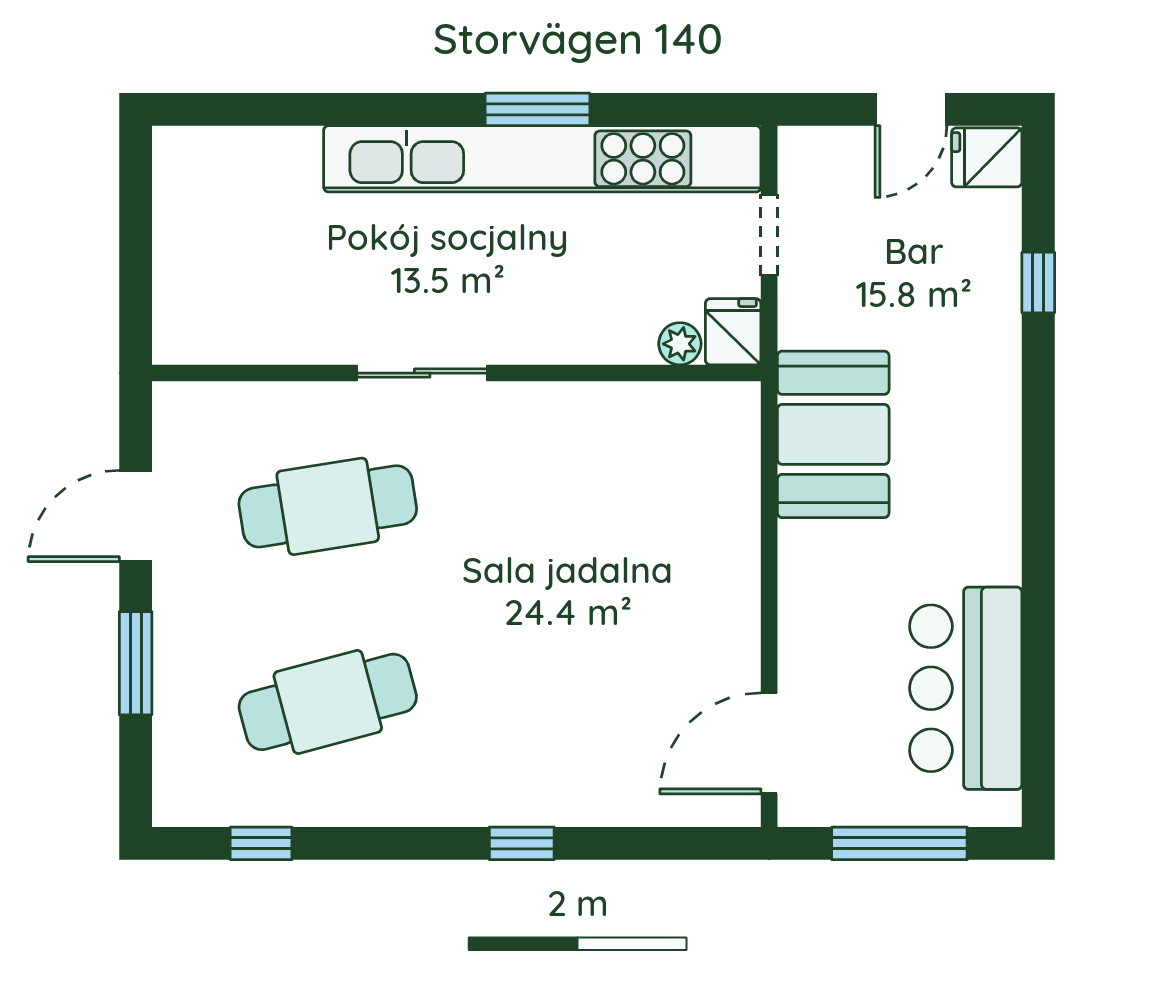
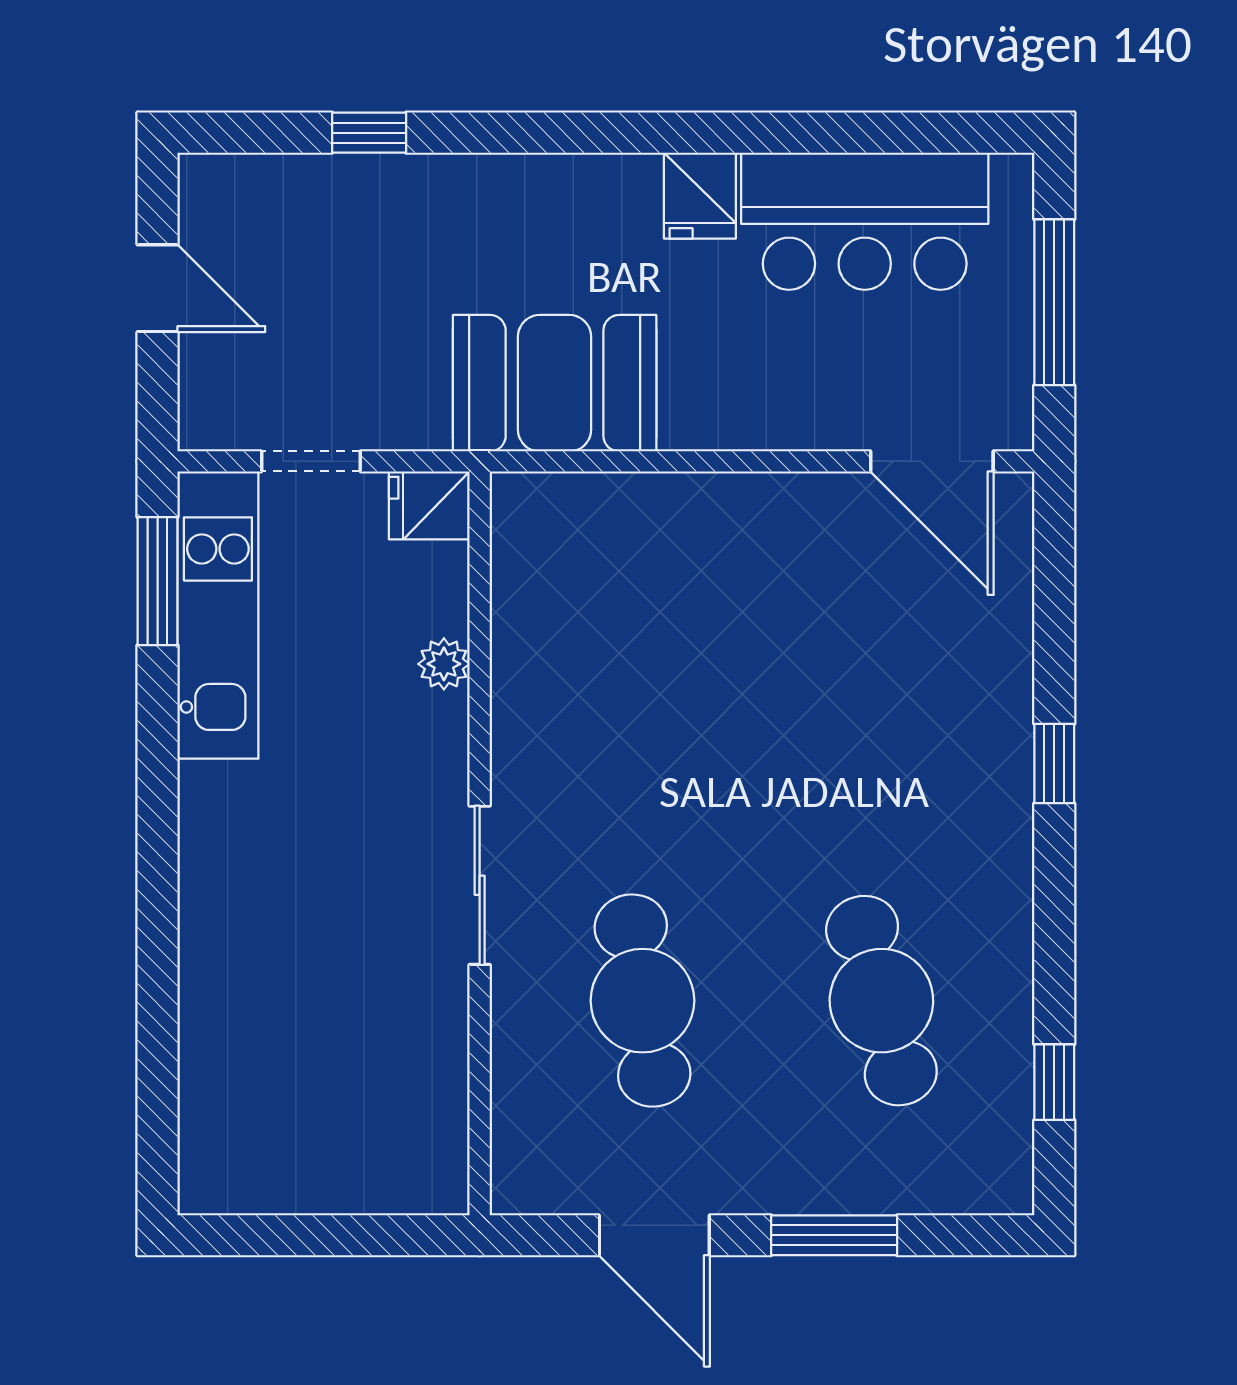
window: (537, 109) -> (158, 581), moved
fridge: (987, 157) -> (700, 196), moved
kitchen unit: (542, 159) -> (218, 615), width x0.54
plant: (680, 344) -> (444, 664), moved

